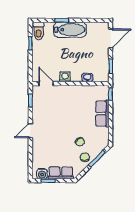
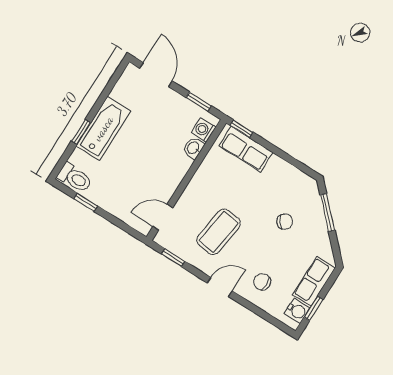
washing machine: (65, 77) -> (204, 130), moved
coffee table: (56, 114) -> (219, 232), added
row of seats: (102, 114) -> (246, 149), moved
door: (30, 131) -> (220, 287), swing flipped
chair: (85, 157) -> (262, 282), moved

